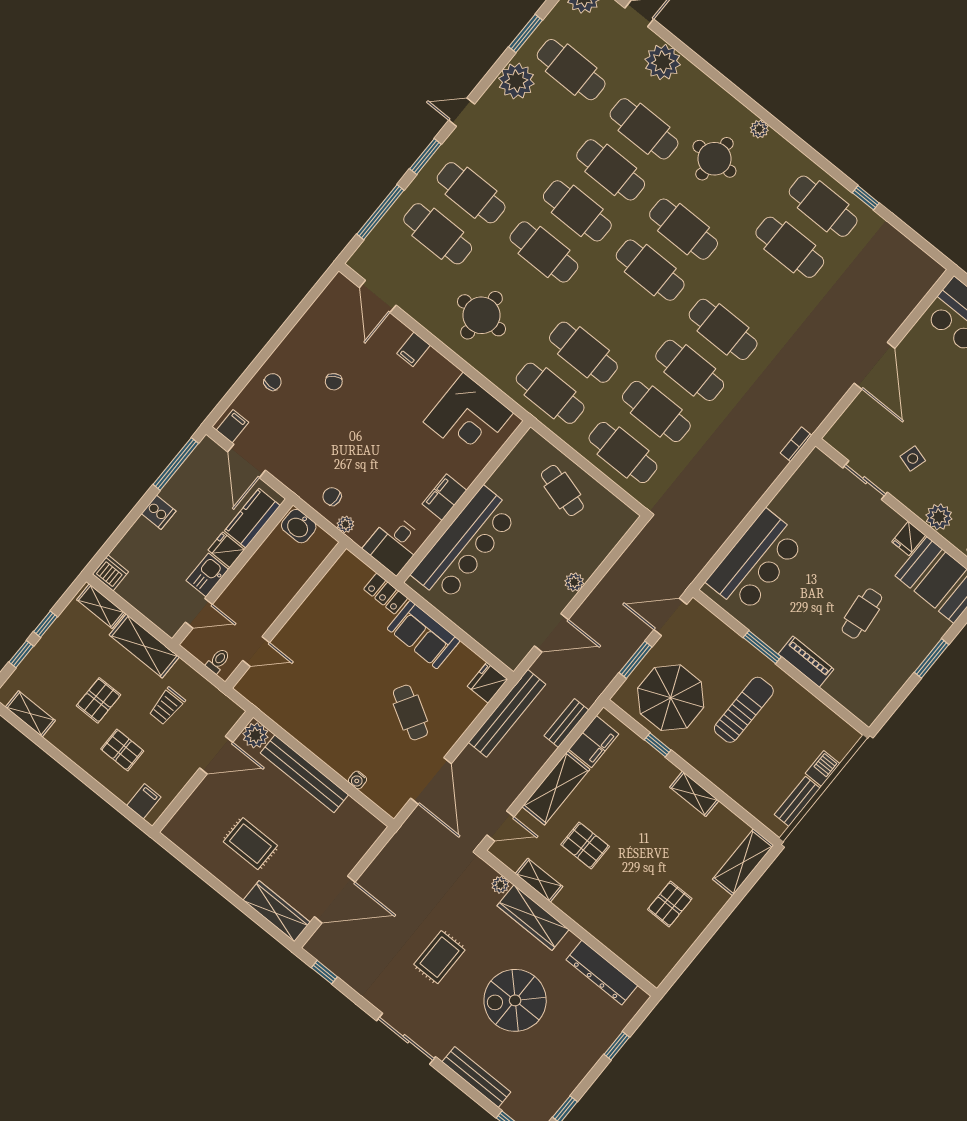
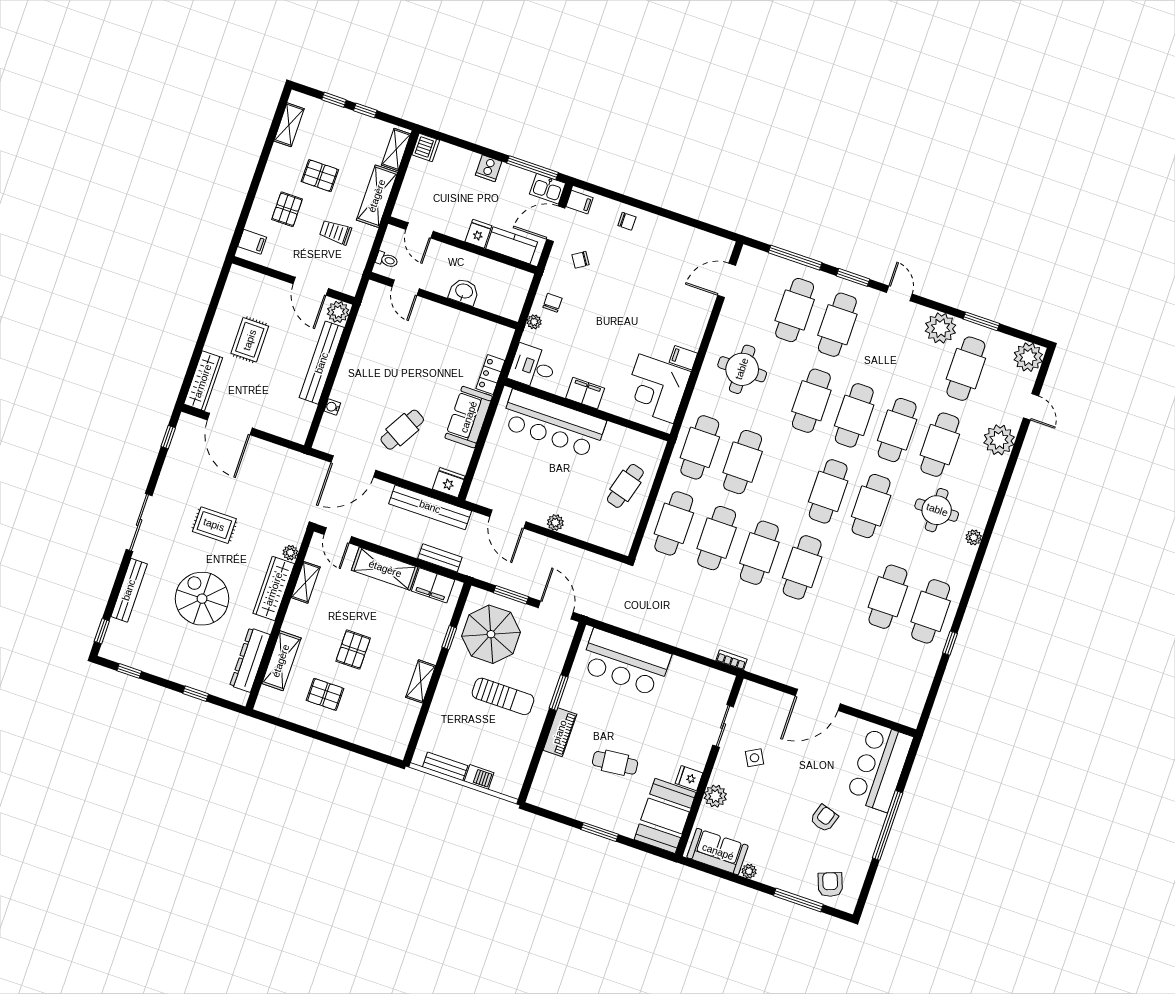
filing cabinet: (414, 349) -> (683, 358), moved
chair: (334, 382) -> (580, 260), moved
side table: (913, 459) -> (755, 758), turned 45
washbasin: (299, 526) -> (464, 292), moved, turned 90
kitchen sink: (207, 575) -> (547, 189), moved, turned 180
pallet: (585, 846) -> (353, 650), moved
shelving: (743, 862) -> (281, 661), moved, turned 90

